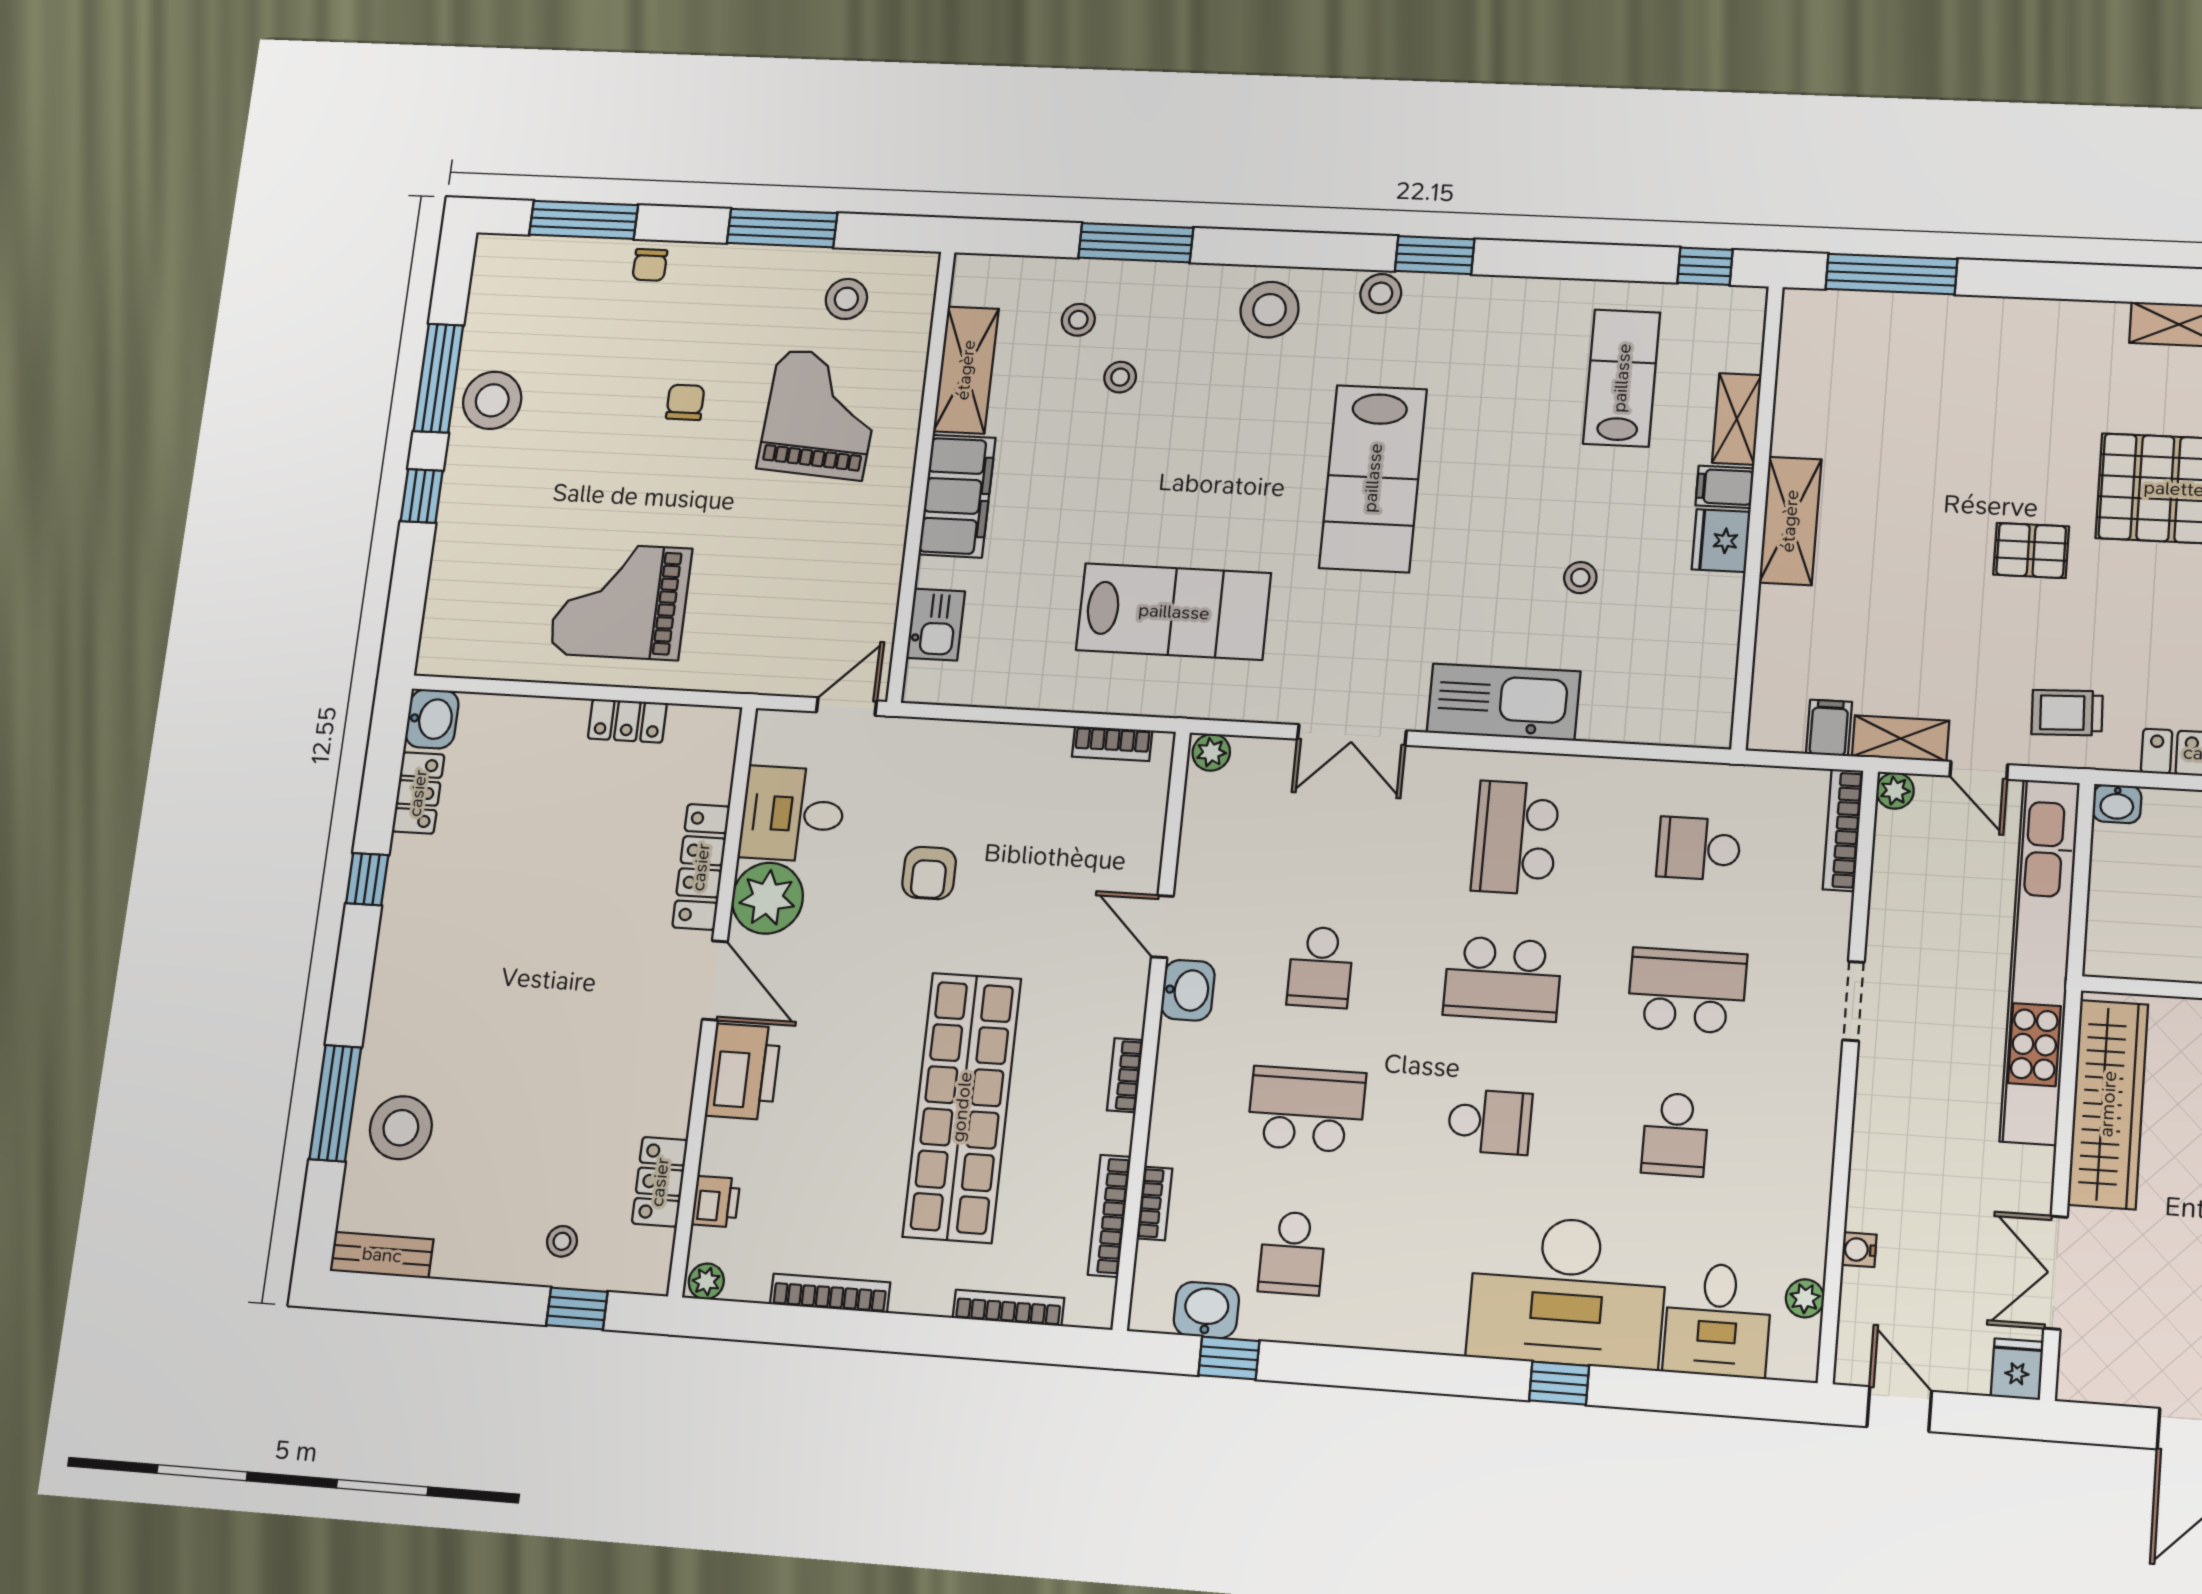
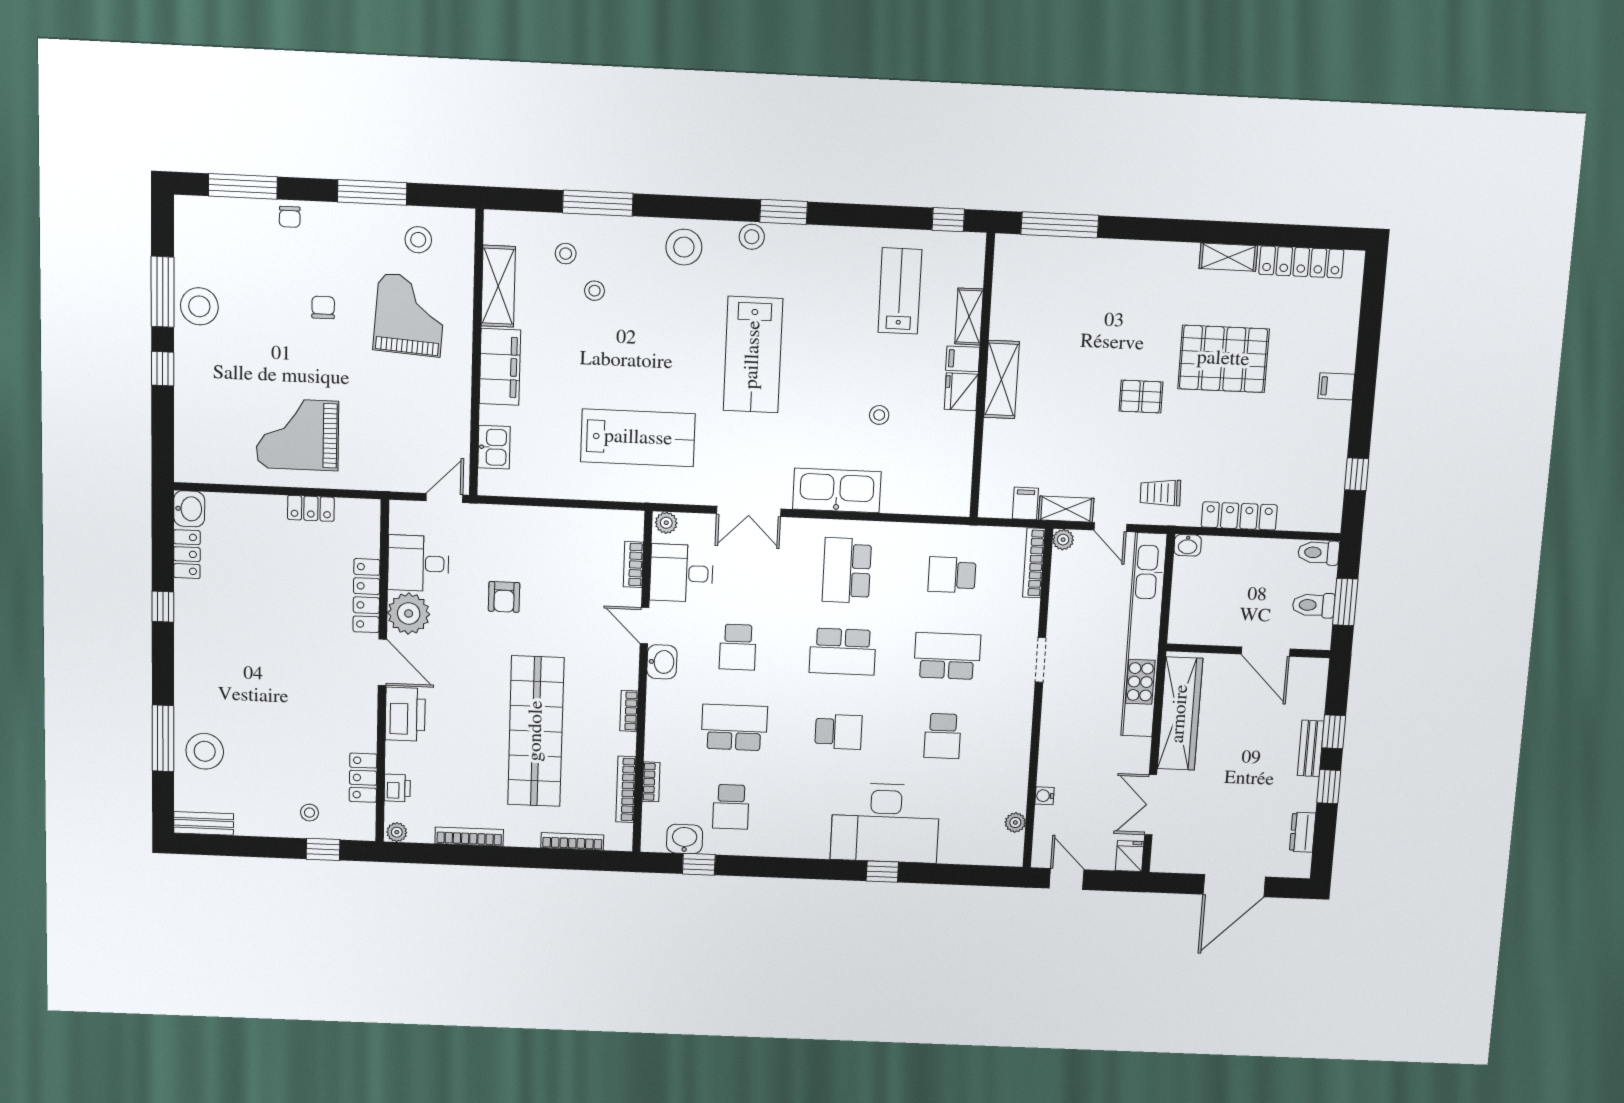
bookcase: (1112, 744) -> (633, 564), moved, turned 90
desk: (1718, 1320) -> (682, 573), moved, turned 90

